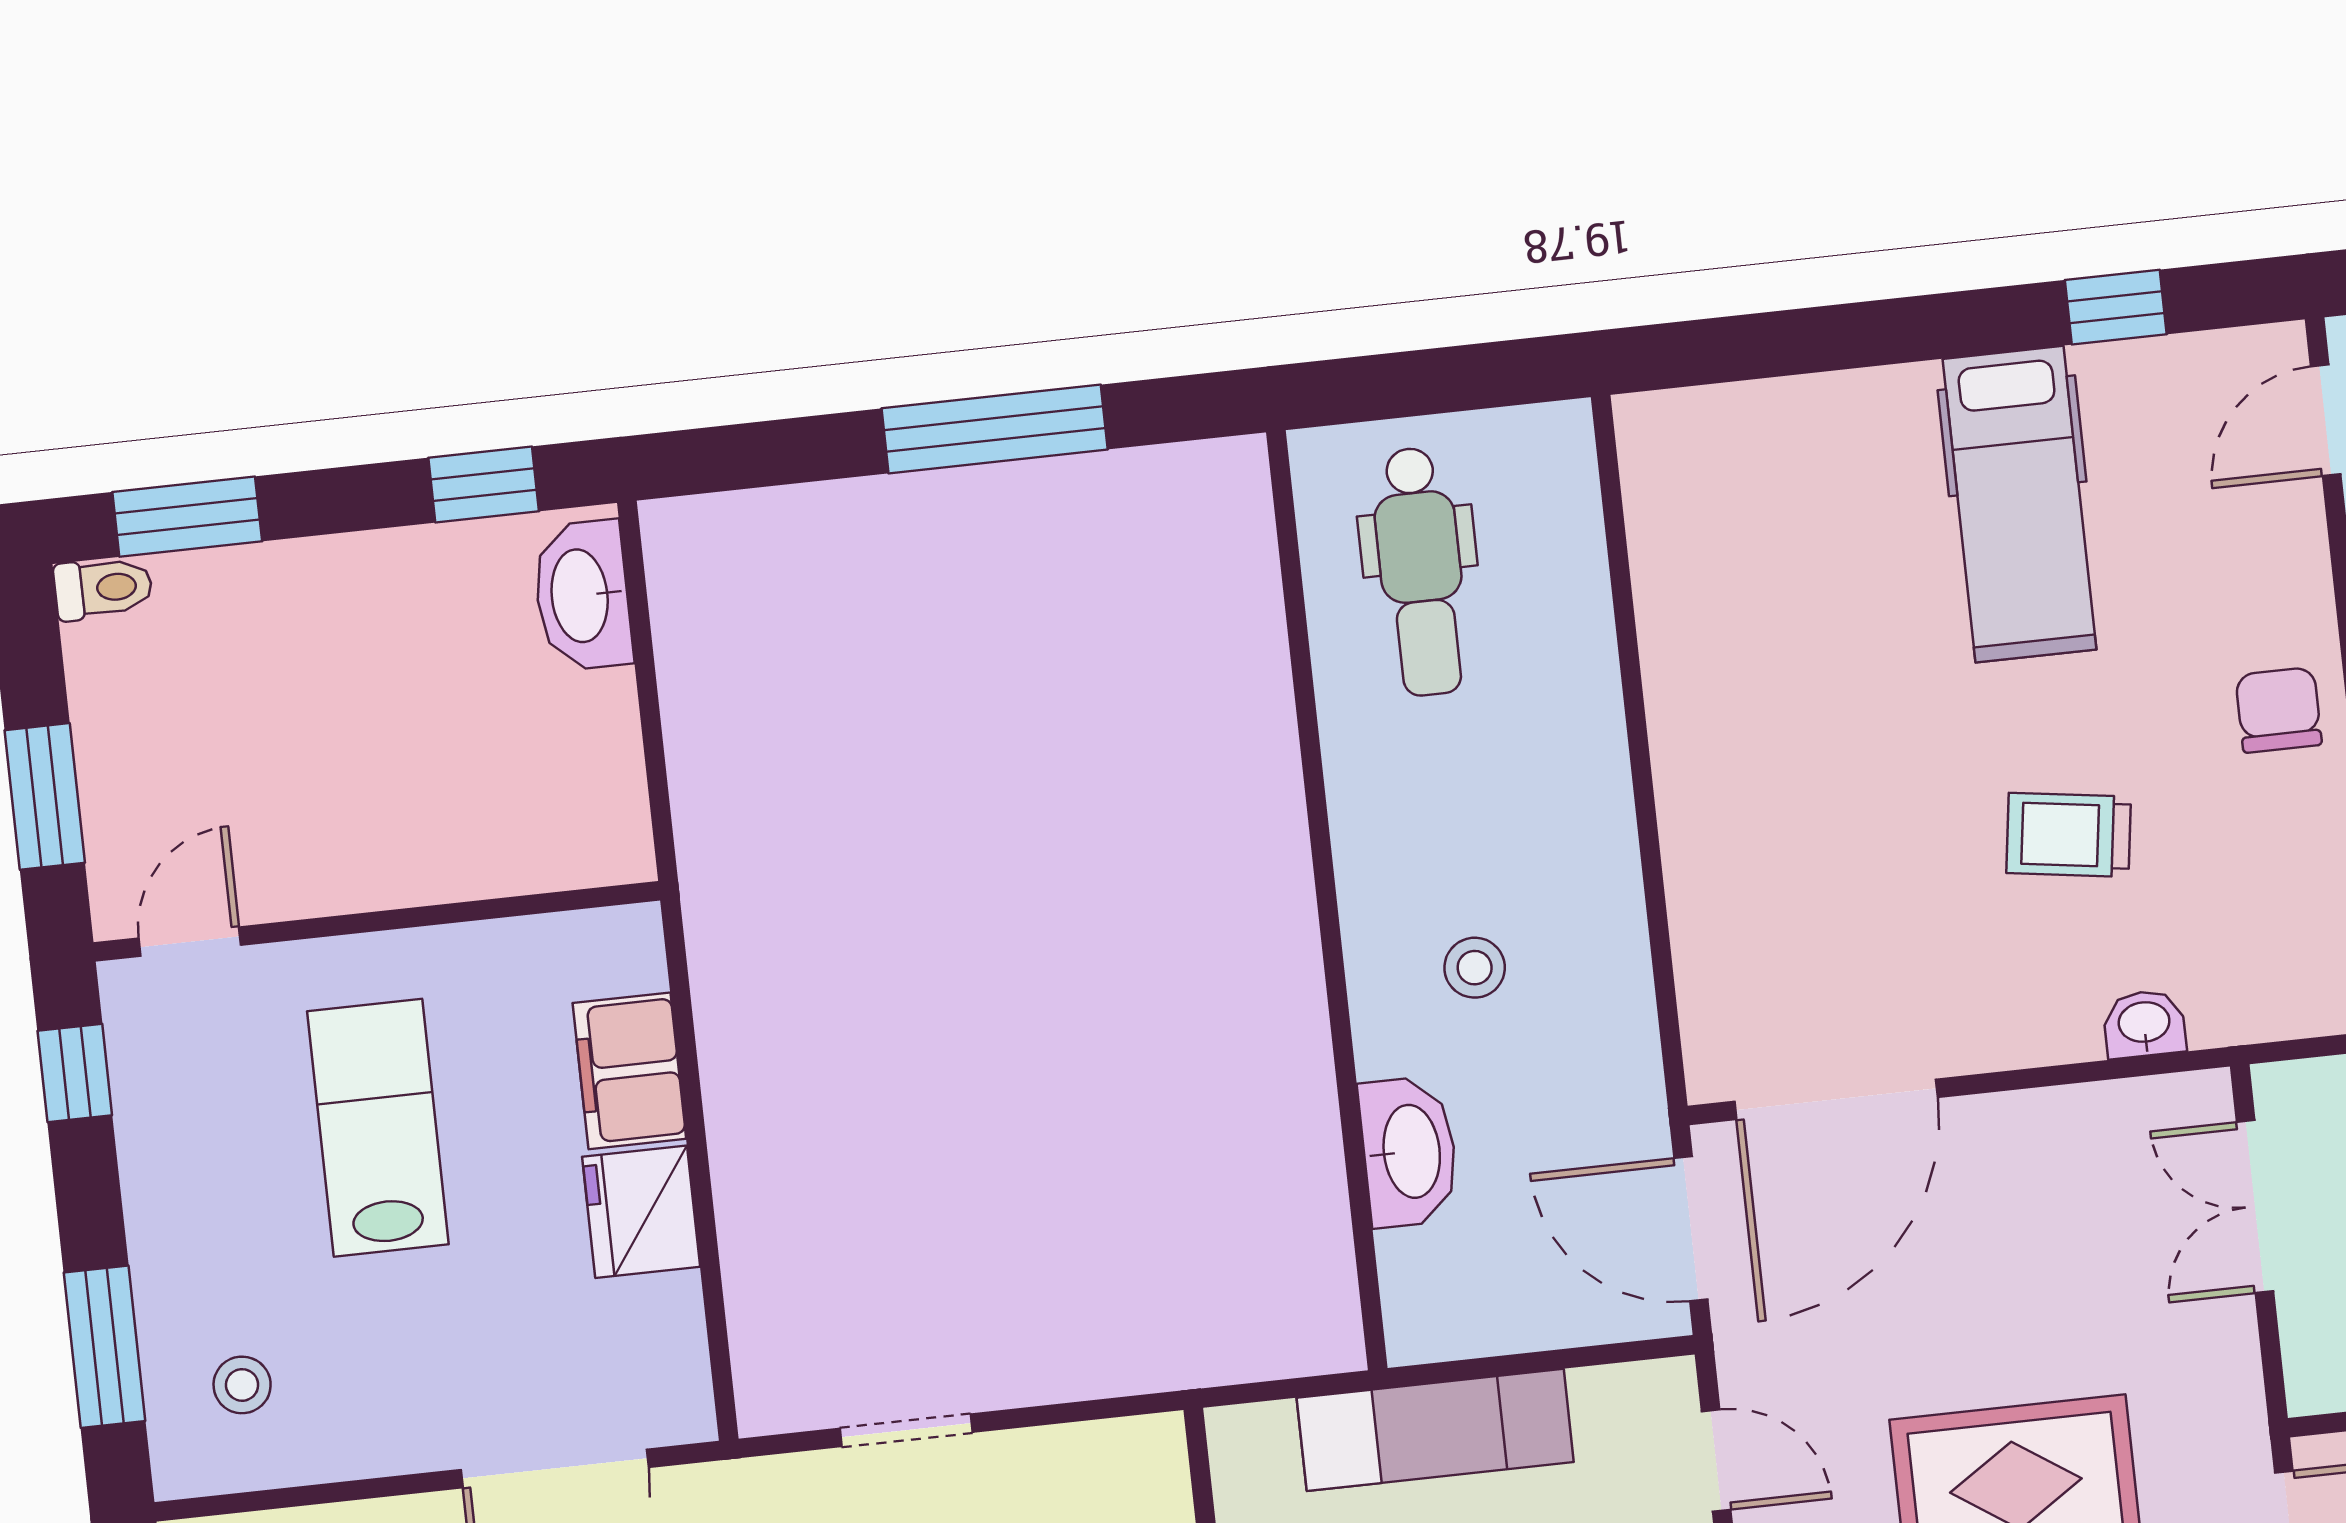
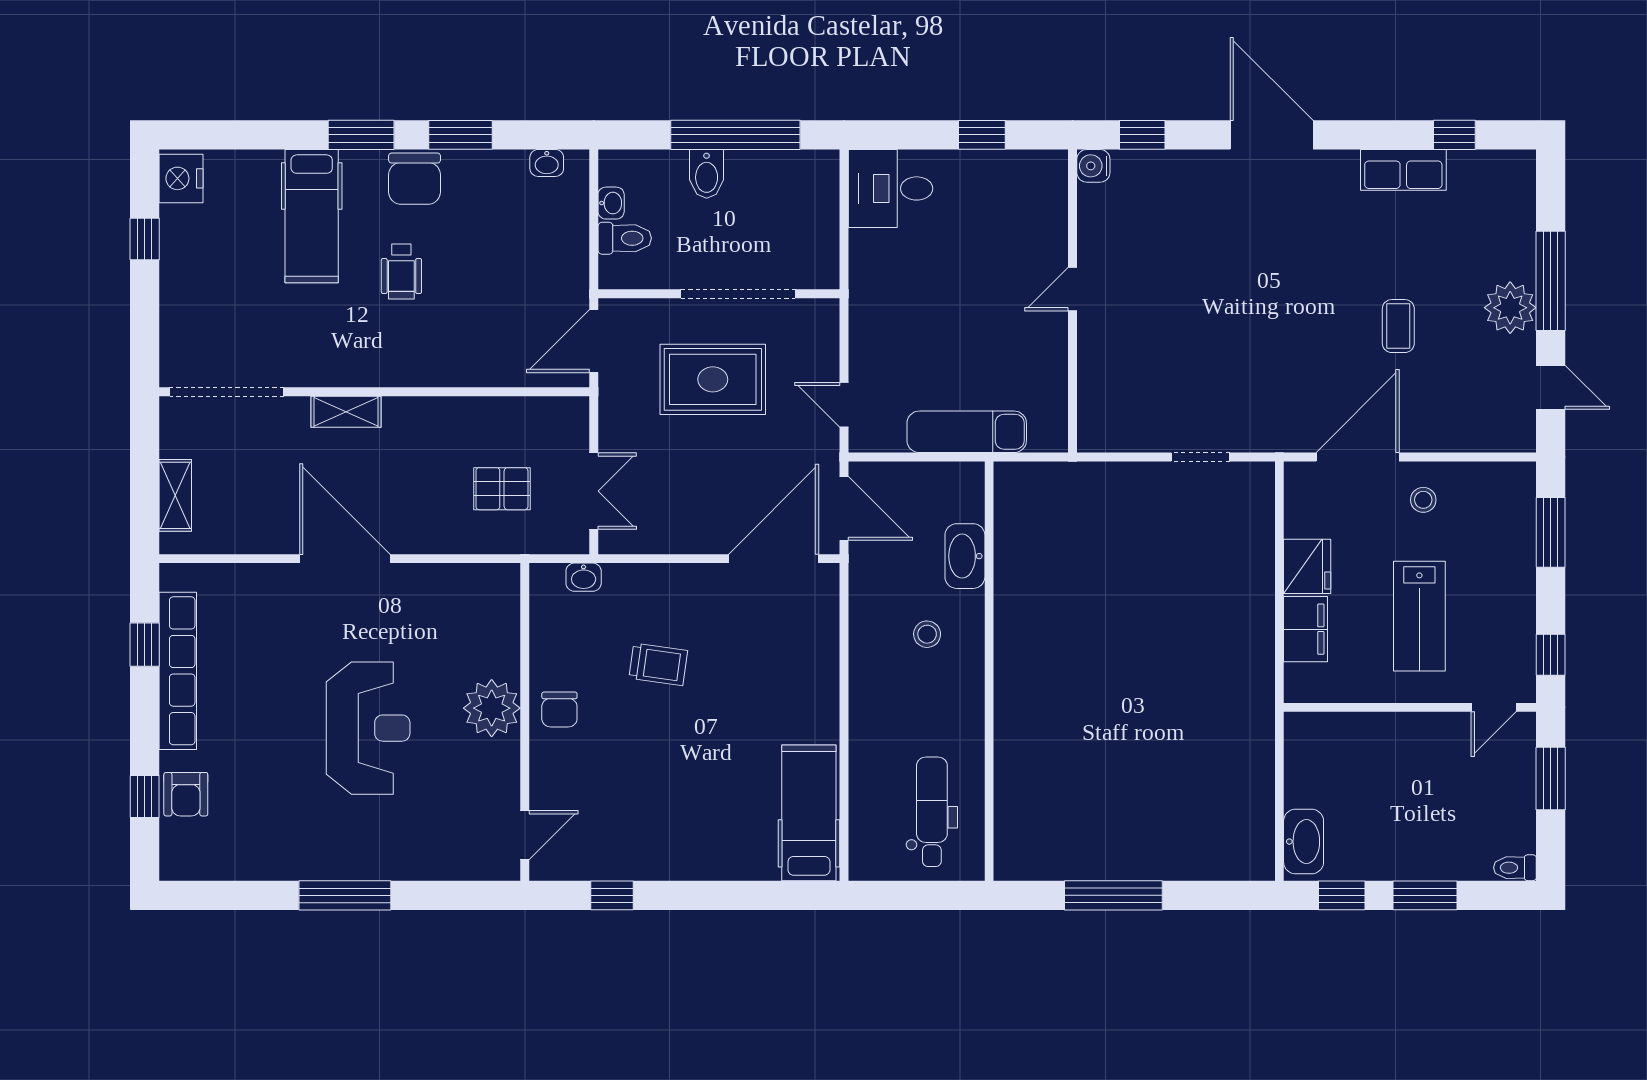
hospital bed: (2019, 504) -> (809, 813), moved
window: (187, 517) -> (1425, 895), moved
washbasin: (2144, 1024) -> (584, 577), moved
stool: (242, 1385) -> (1423, 500), moved

